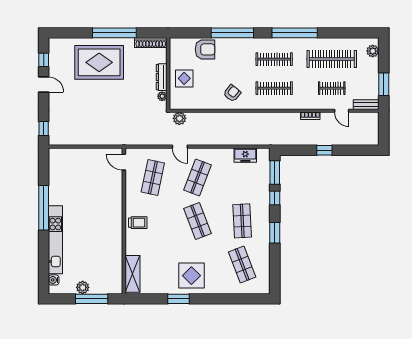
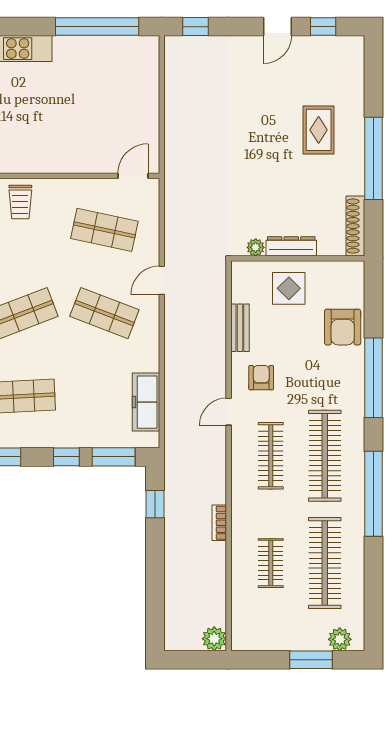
clothes rail: (274, 59) -> (325, 456), width x1.37, depth x1.31
rug: (99, 62) -> (319, 130), width x0.54, depth x0.49
window: (384, 84) -> (311, 660), moved
armchair: (232, 93) -> (261, 378), turned -129
bench: (366, 105) -> (240, 328), moved
door: (342, 111) -> (229, 412), moved
plant: (179, 118) -> (214, 639), moved
window: (324, 150) -> (155, 504), moved
freezer: (245, 155) -> (146, 402), width x1.40
window: (44, 208) -> (97, 27), moved

